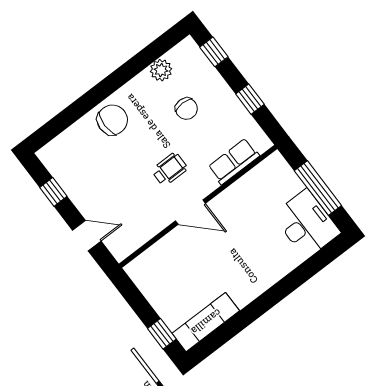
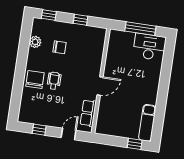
row of seats: (234, 161) -> (88, 113), moved
wheelchair: (170, 169) -> (54, 81), moved

